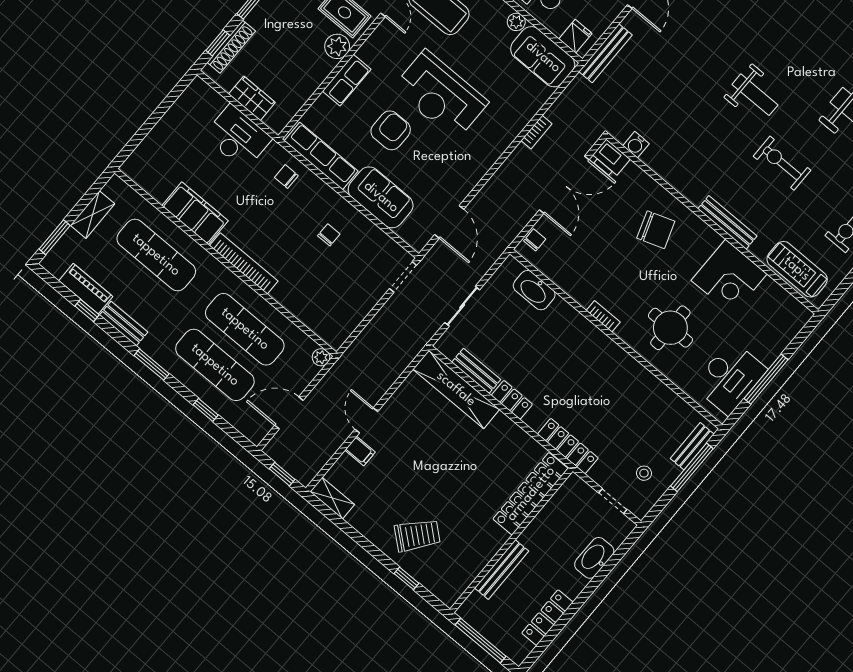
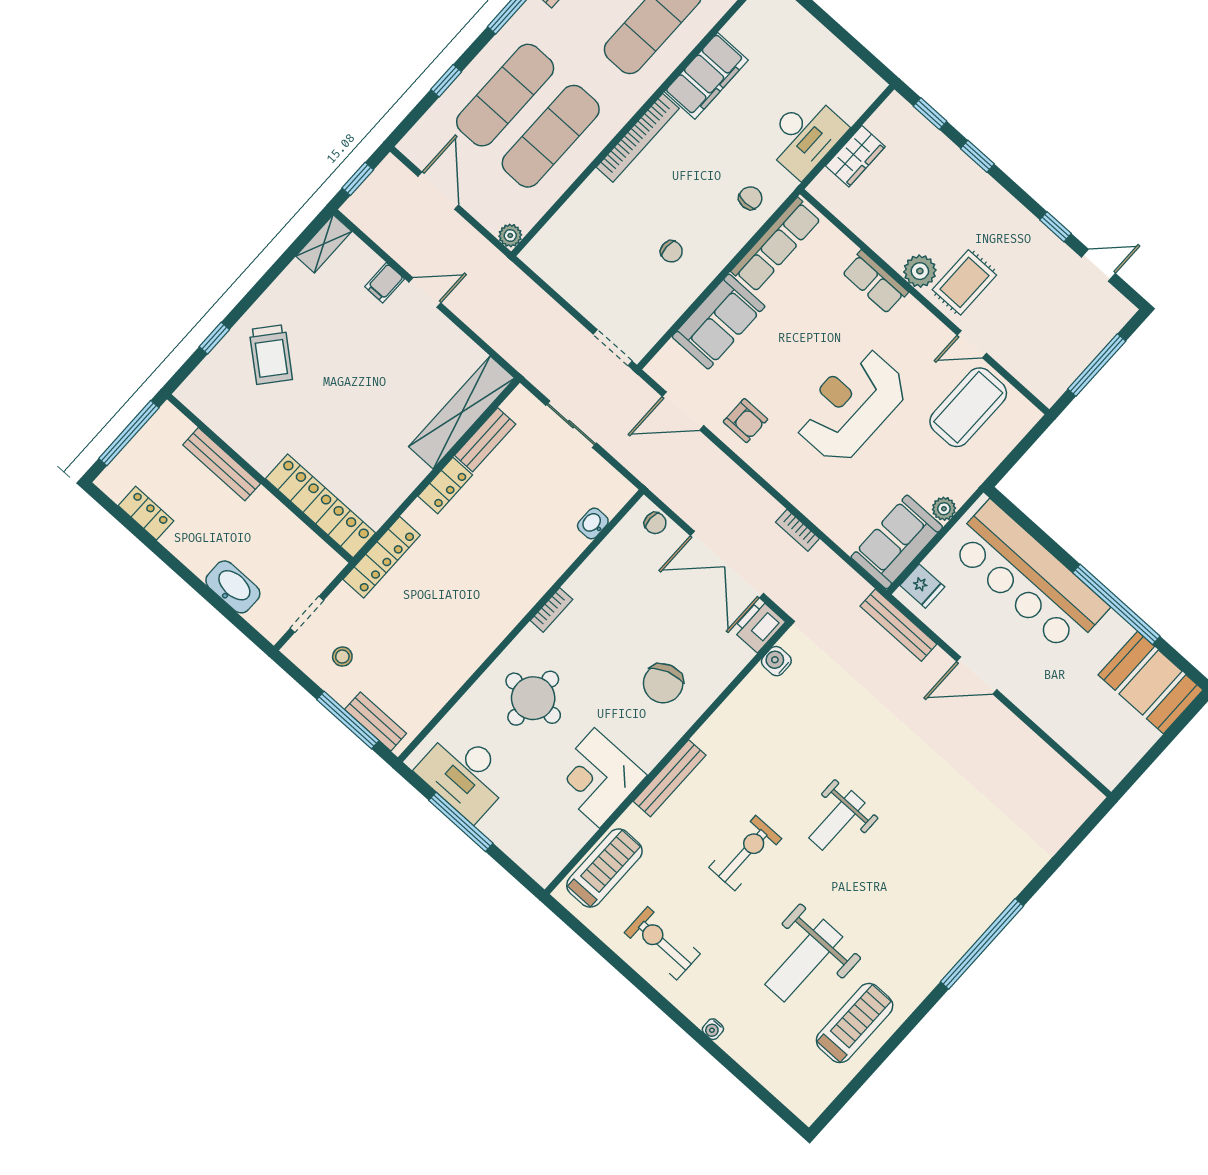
shoe rack: (231, 47) -> (924, 131), removed
armchair: (391, 130) -> (745, 421), moved, width x0.72, depth x0.72
washbasin: (534, 290) -> (593, 523), width x0.52, depth x0.69
locker: (547, 618) -> (146, 513), width x0.66

